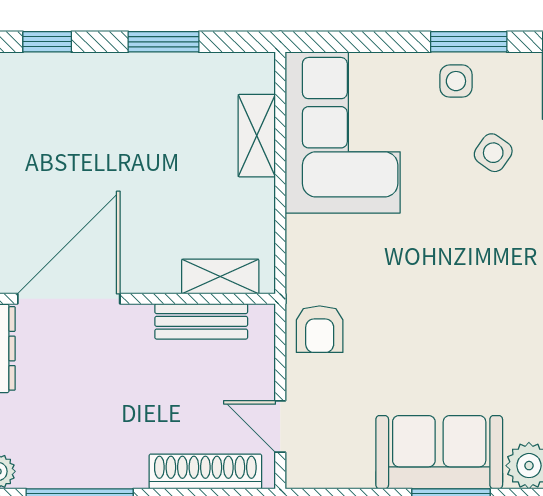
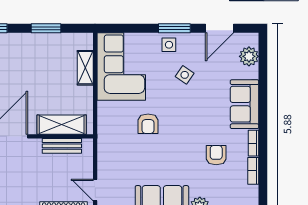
shelving: (220, 276) -> (62, 125), width x1.50, depth x1.33
armchair: (320, 329) -> (148, 124), moved

